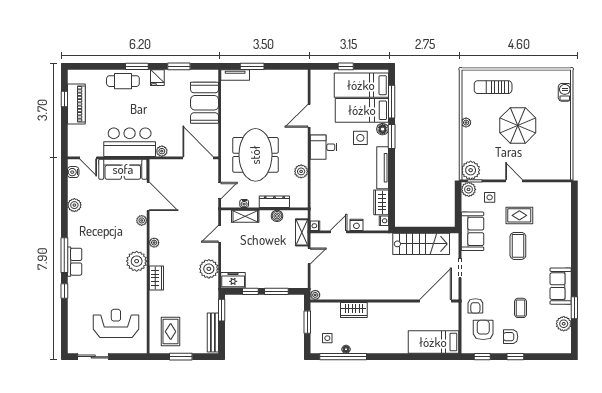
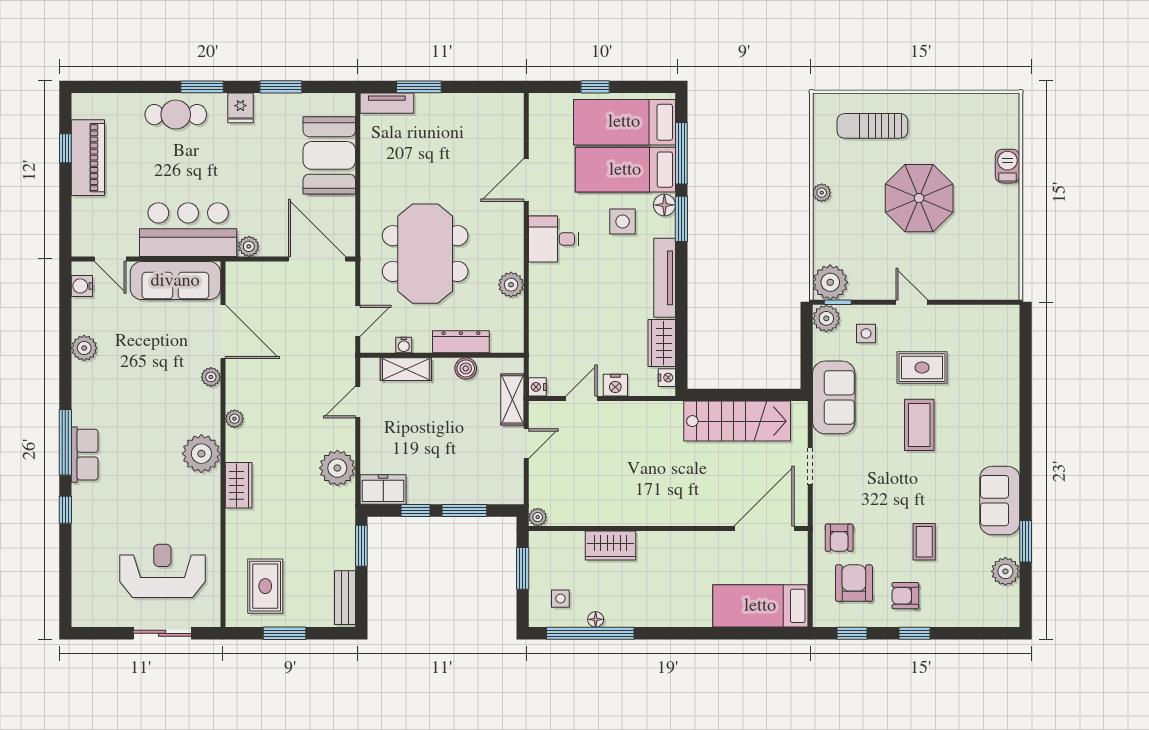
barbecue: (565, 92) -> (1008, 166), moved
bench: (213, 332) -> (345, 598), width x0.73
sliding door: (93, 357) -> (162, 633), moved

